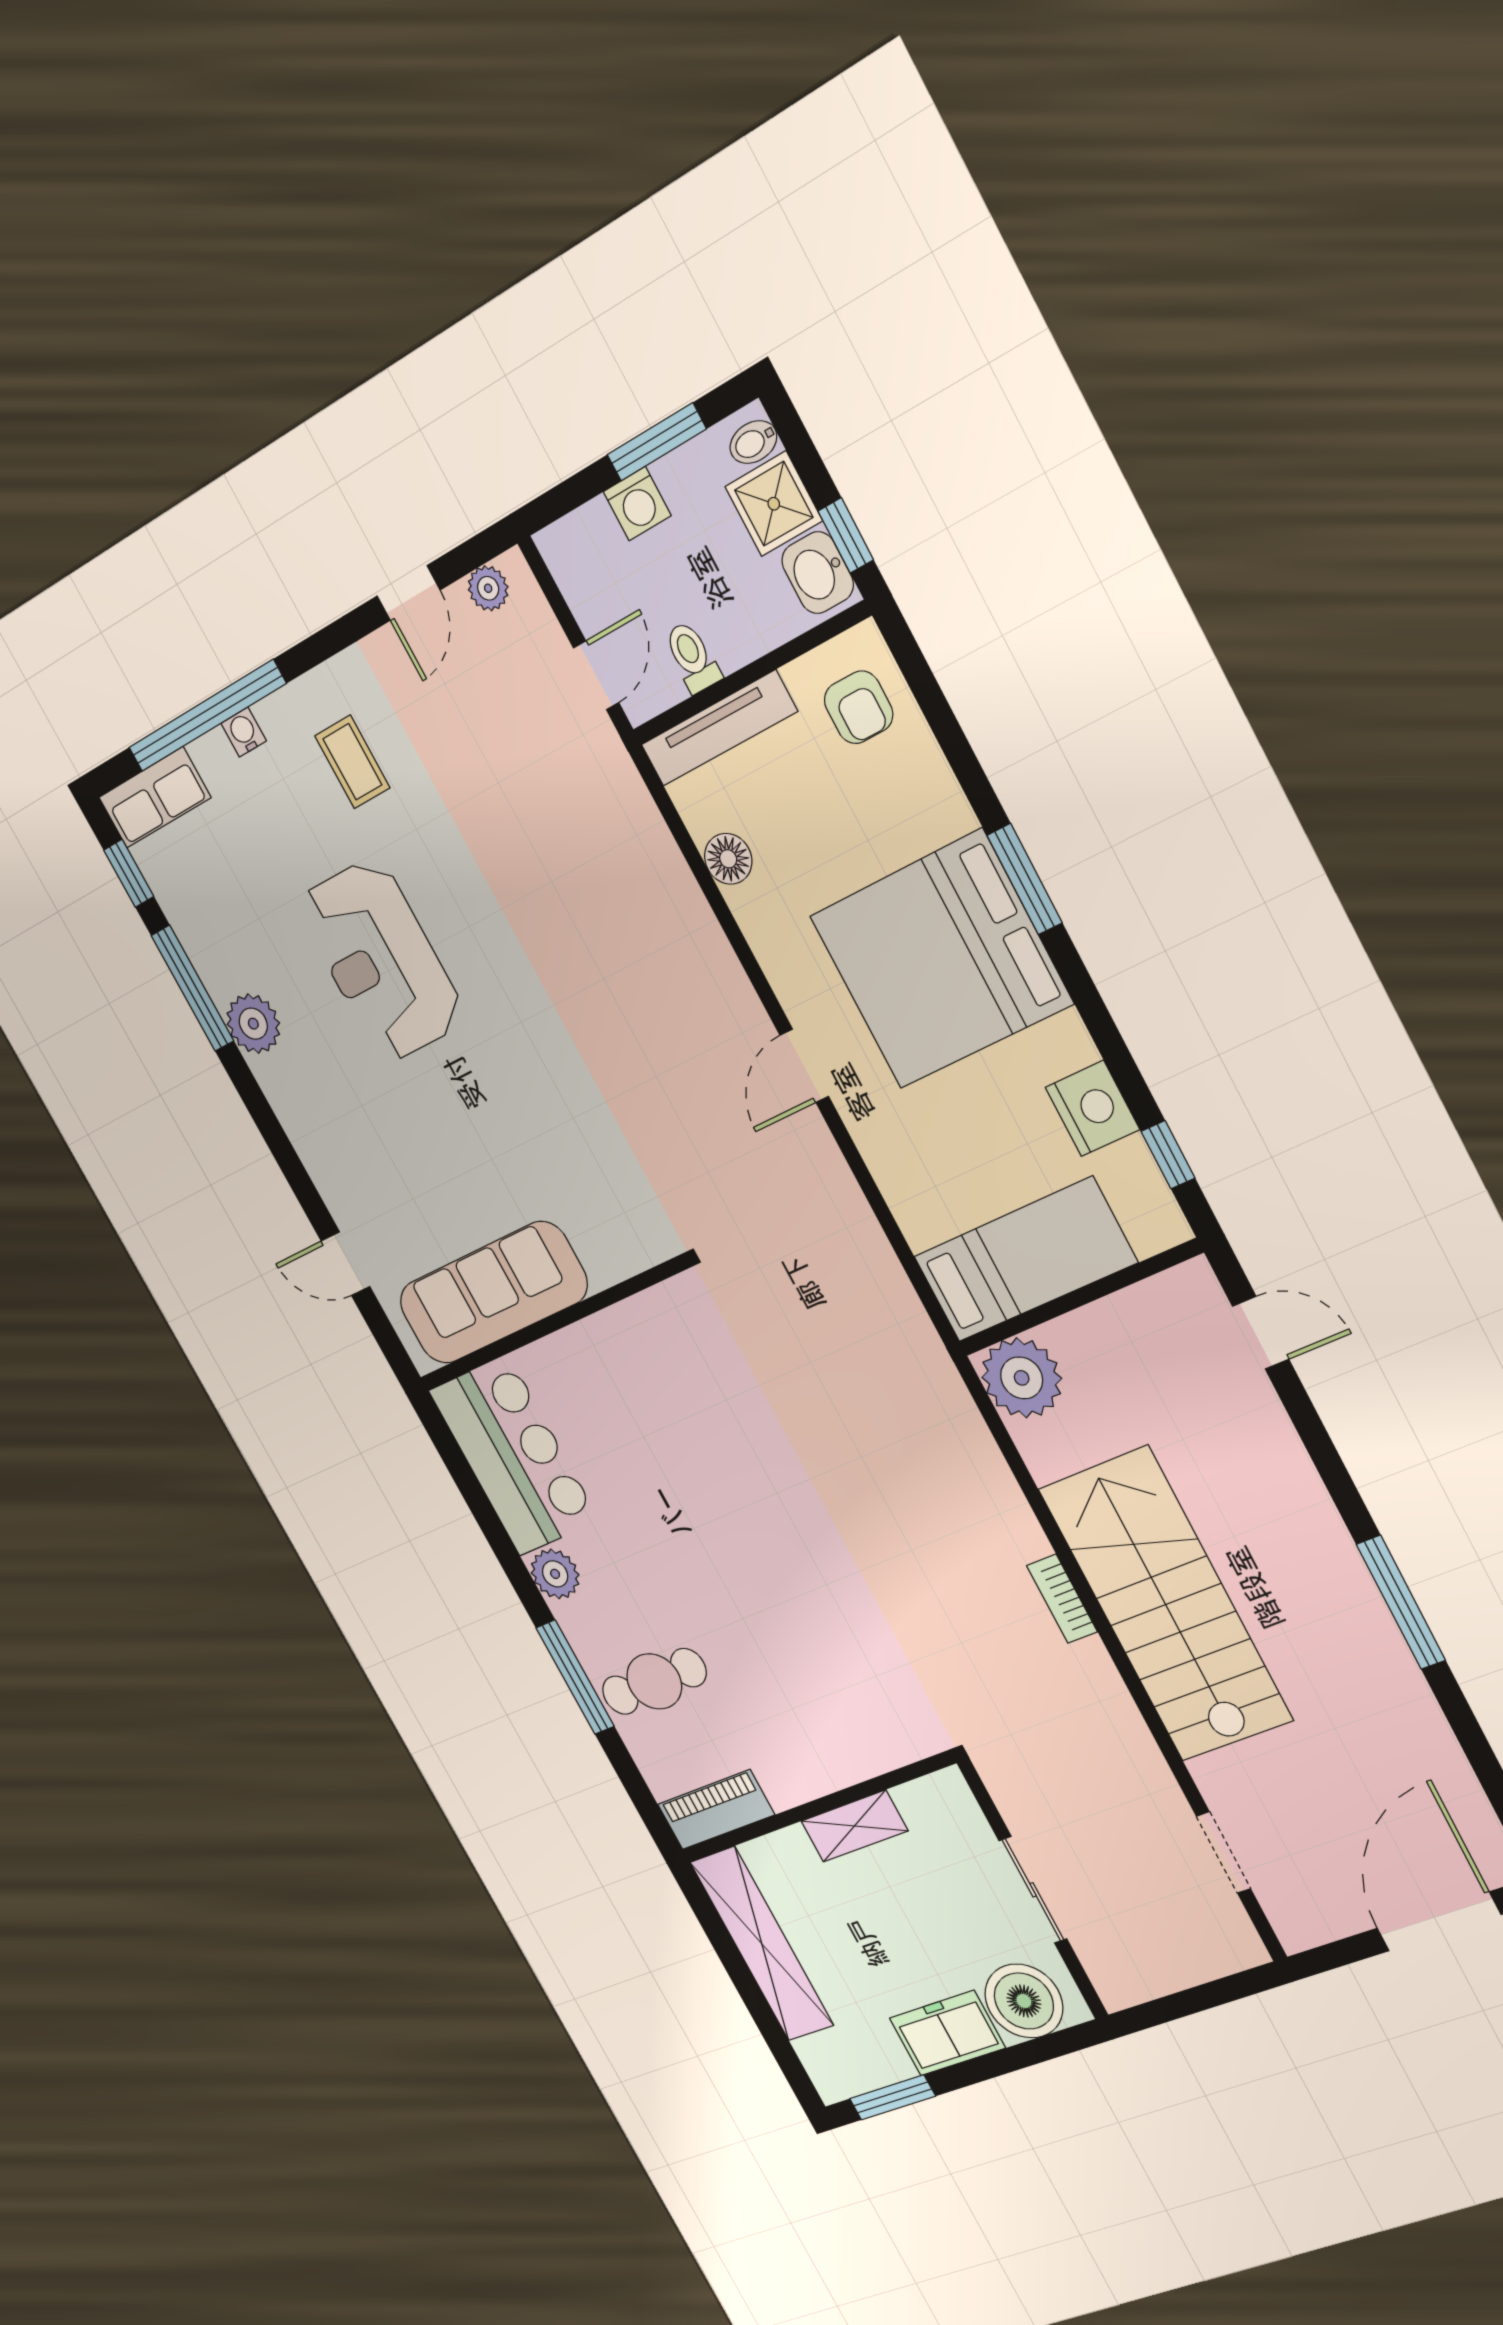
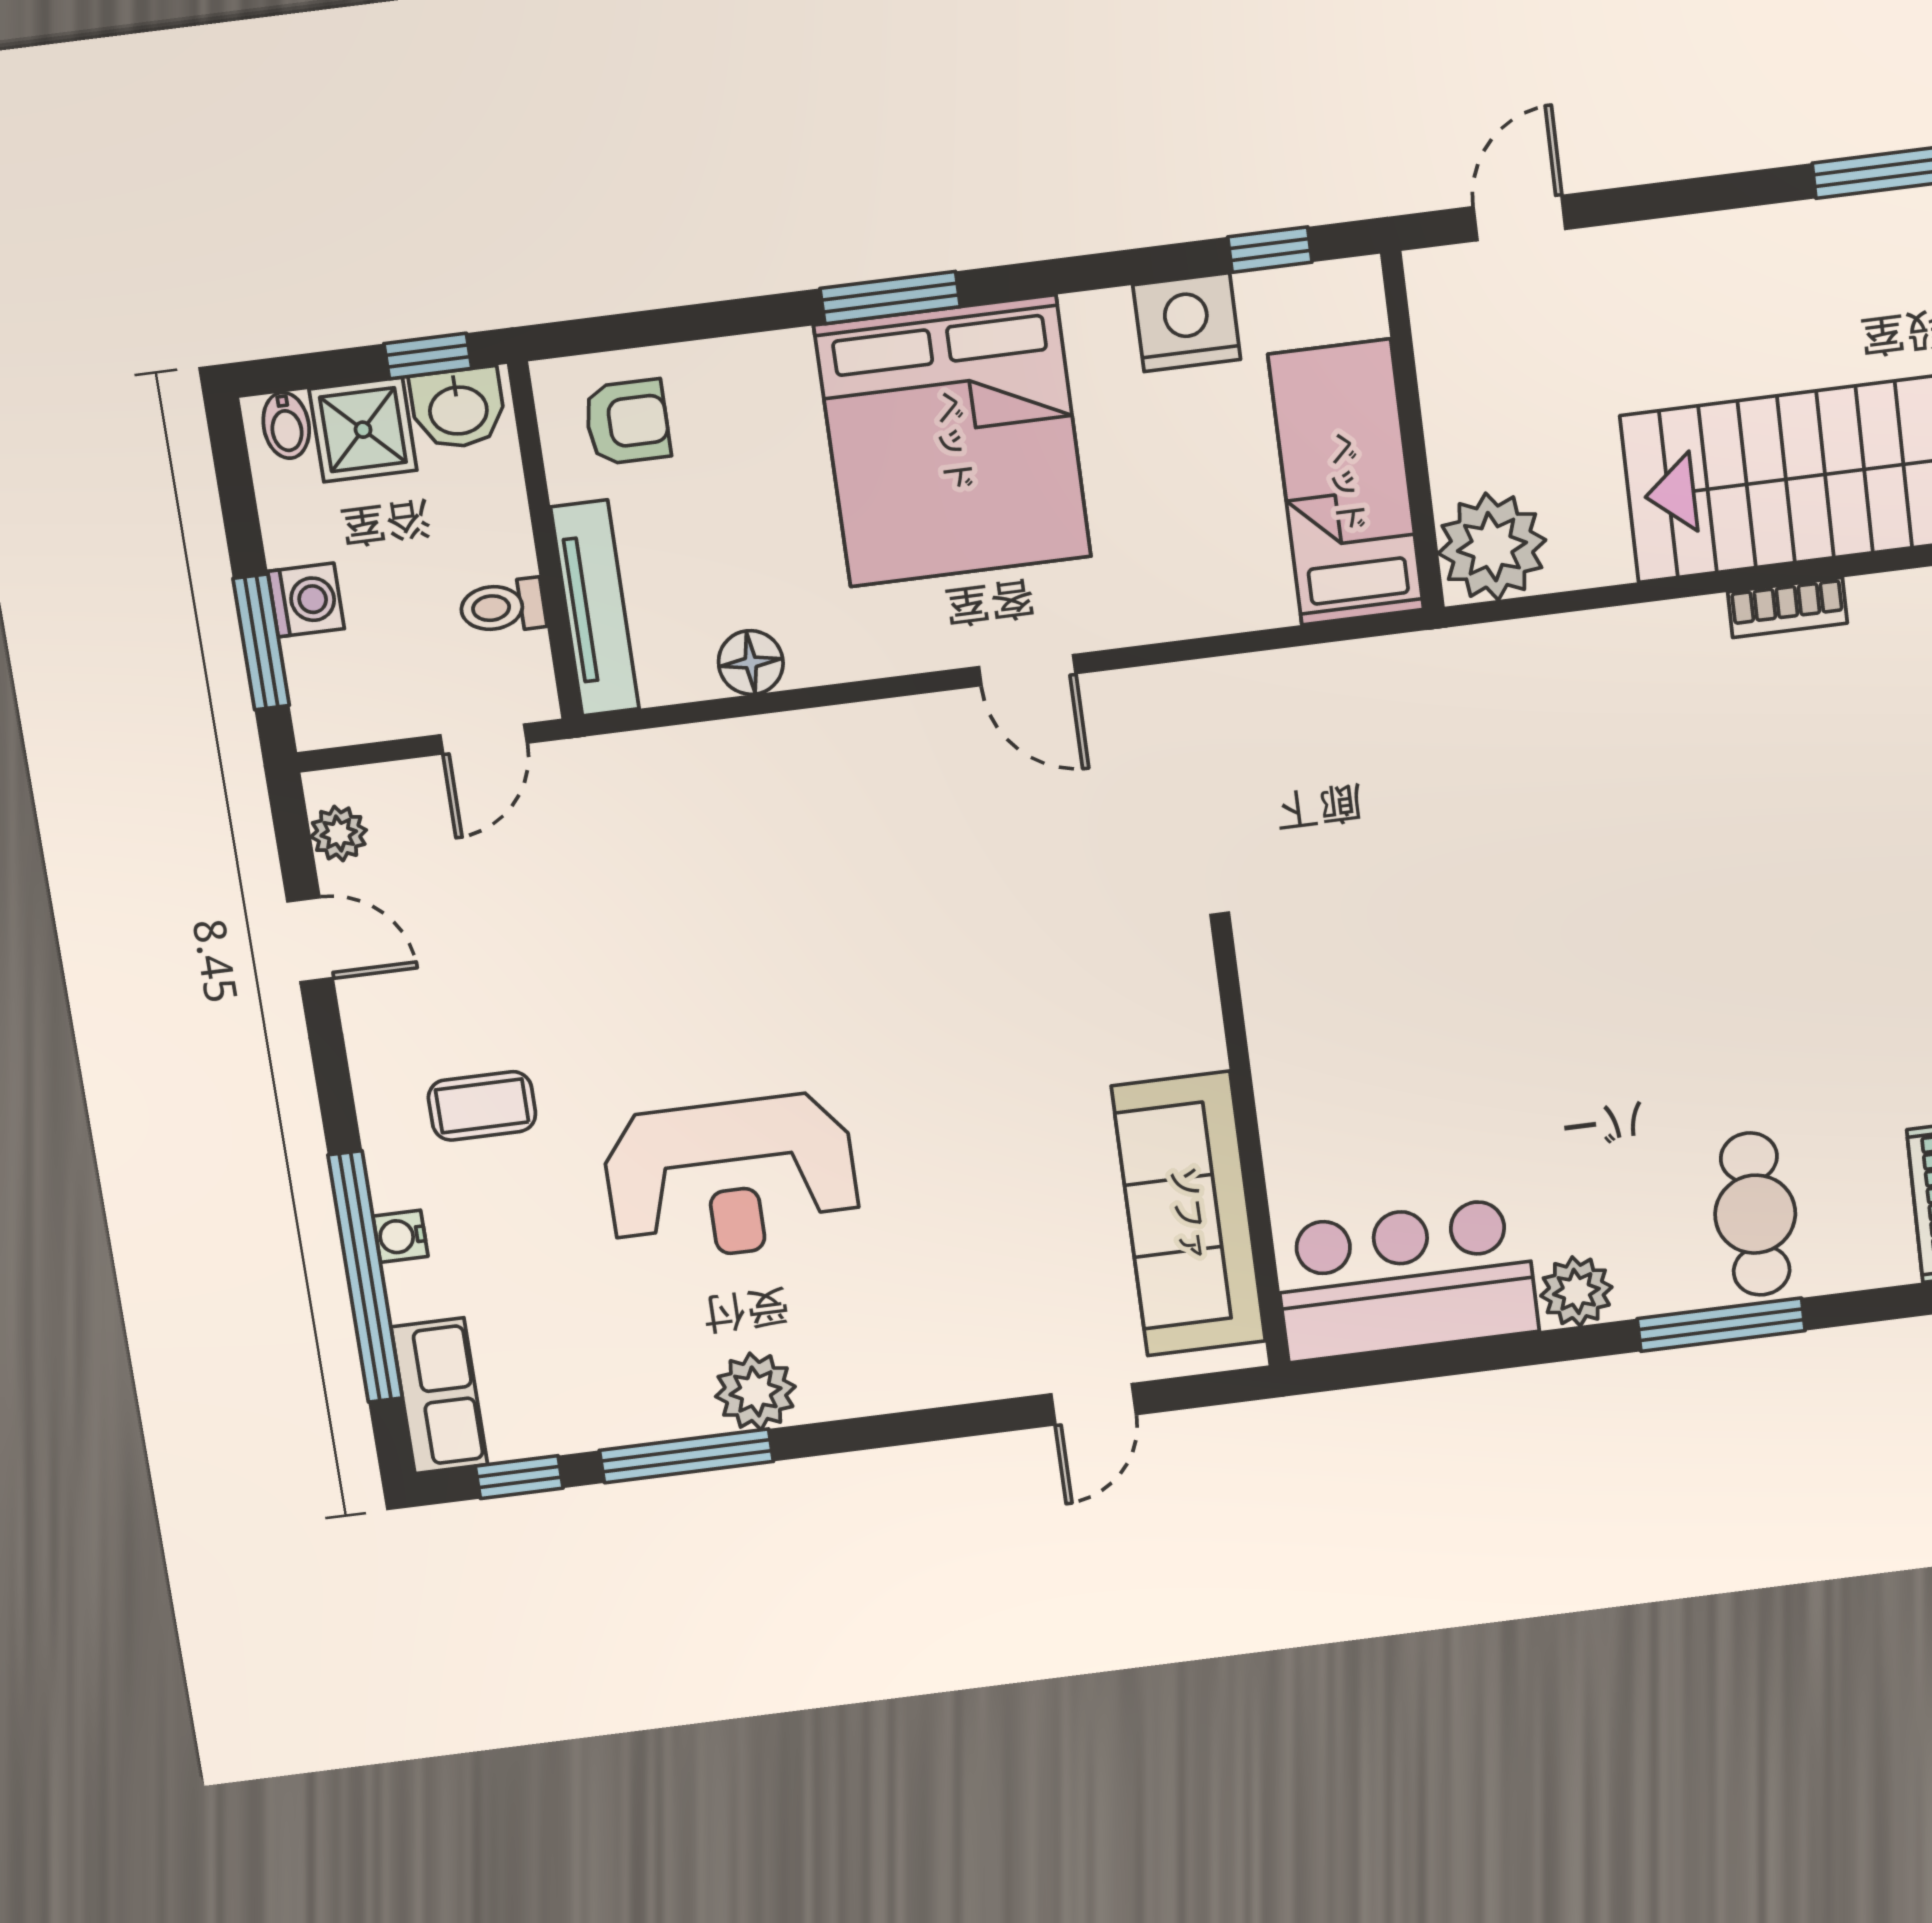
window: (657, 442) -> (261, 642), moved
door: (596, 675) -> (484, 739), swing flipped

